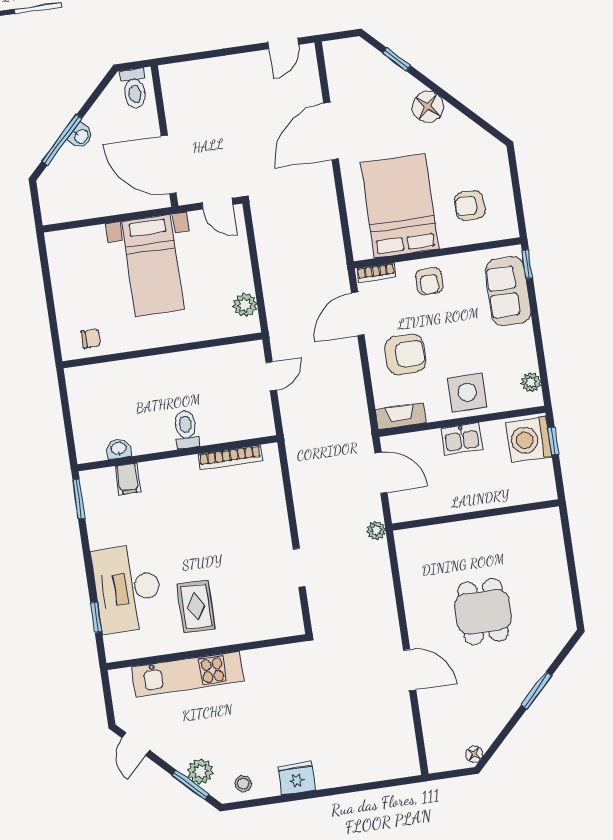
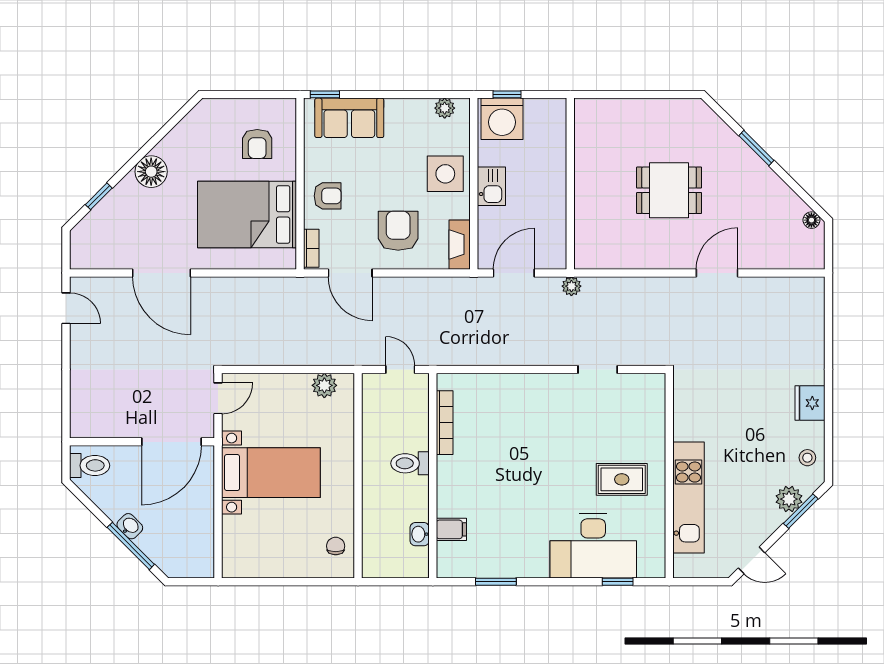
toilet: (186, 429) -> (410, 463), moved
washbasin: (119, 449) -> (420, 534), moved
wall: (177, 453) -> (433, 476), moved
bookcase: (230, 457) -> (445, 423), moved
filing cabinet: (128, 479) -> (451, 529), moved

